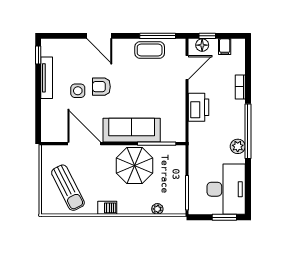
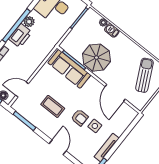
coffee table: (150, 50) -> (53, 106), moved
printer: (198, 107) -> (20, 36), moved, turned 180
sofa: (132, 130) -> (69, 69), moved
barbecue: (107, 208) -> (112, 30), moved

